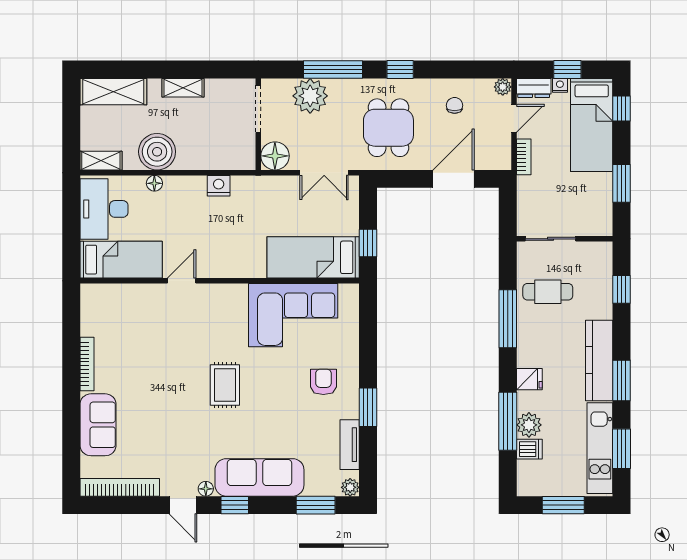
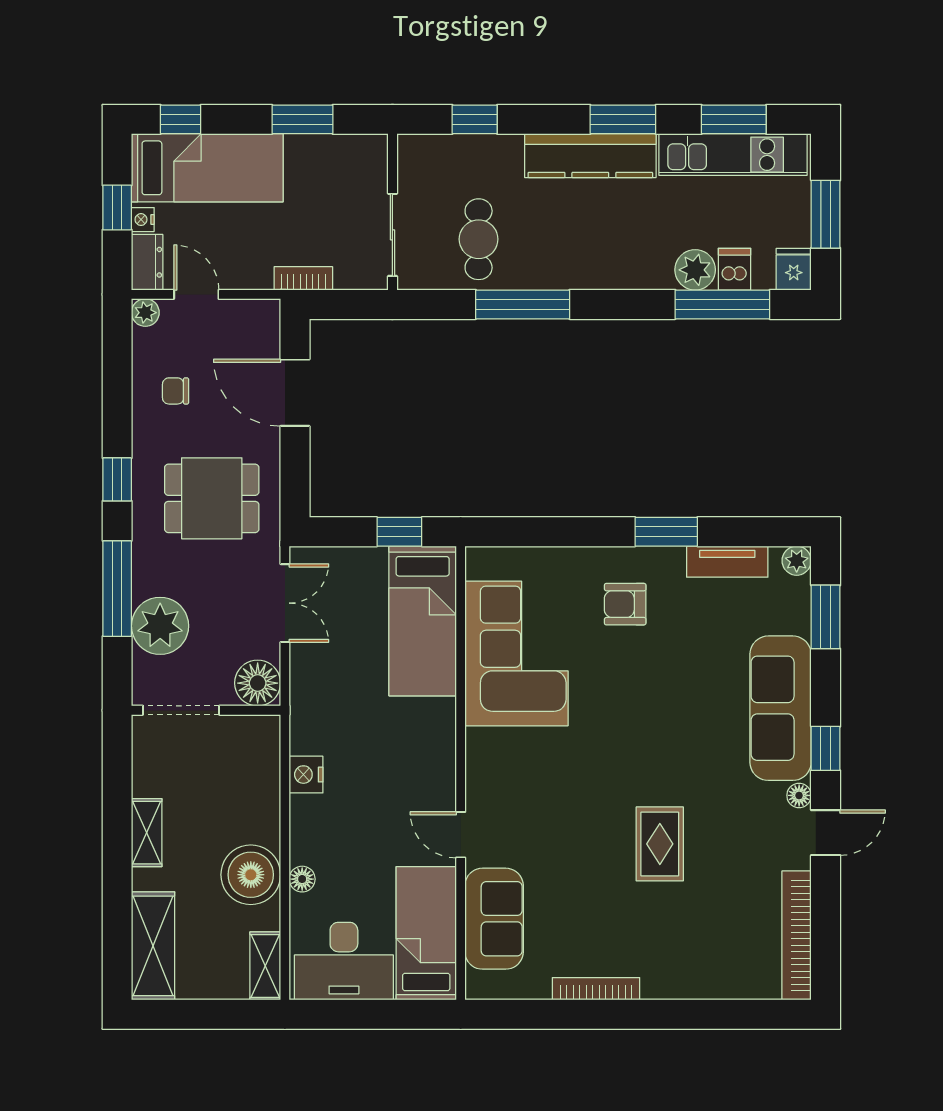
bookcase: (524, 157) -> (303, 278), moved
fridge: (529, 379) -> (794, 269), moved
rug: (225, 385) -> (660, 844), moved, turned 90
window: (508, 421) -> (722, 304), moved
sofa: (98, 425) -> (494, 919), moved, turned 90

